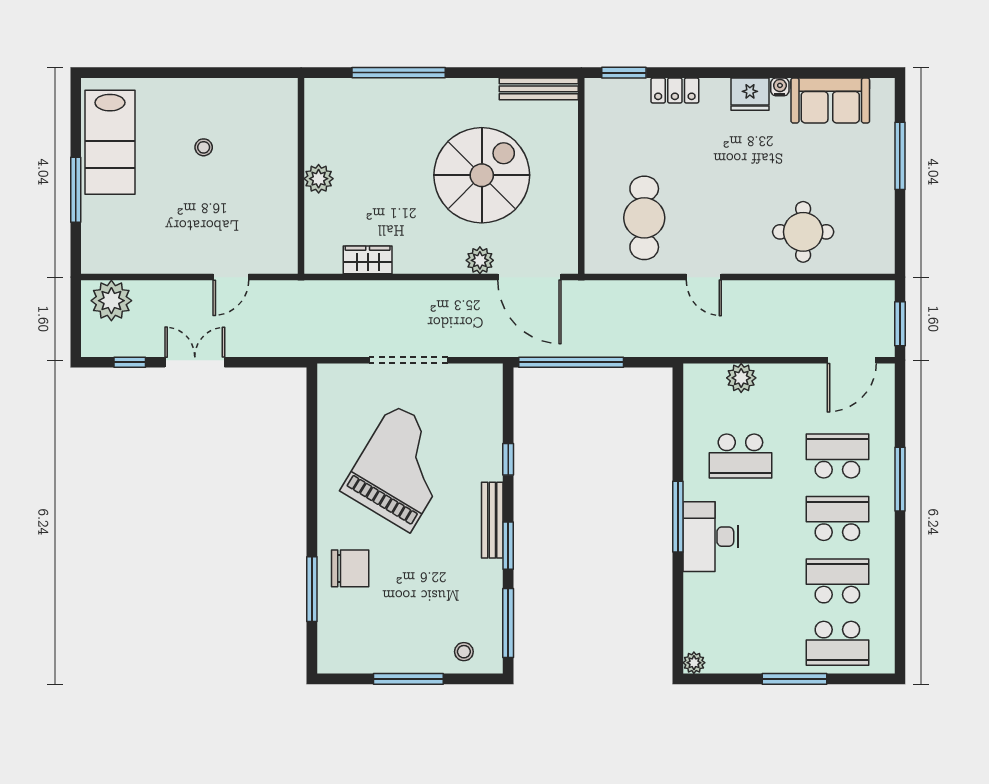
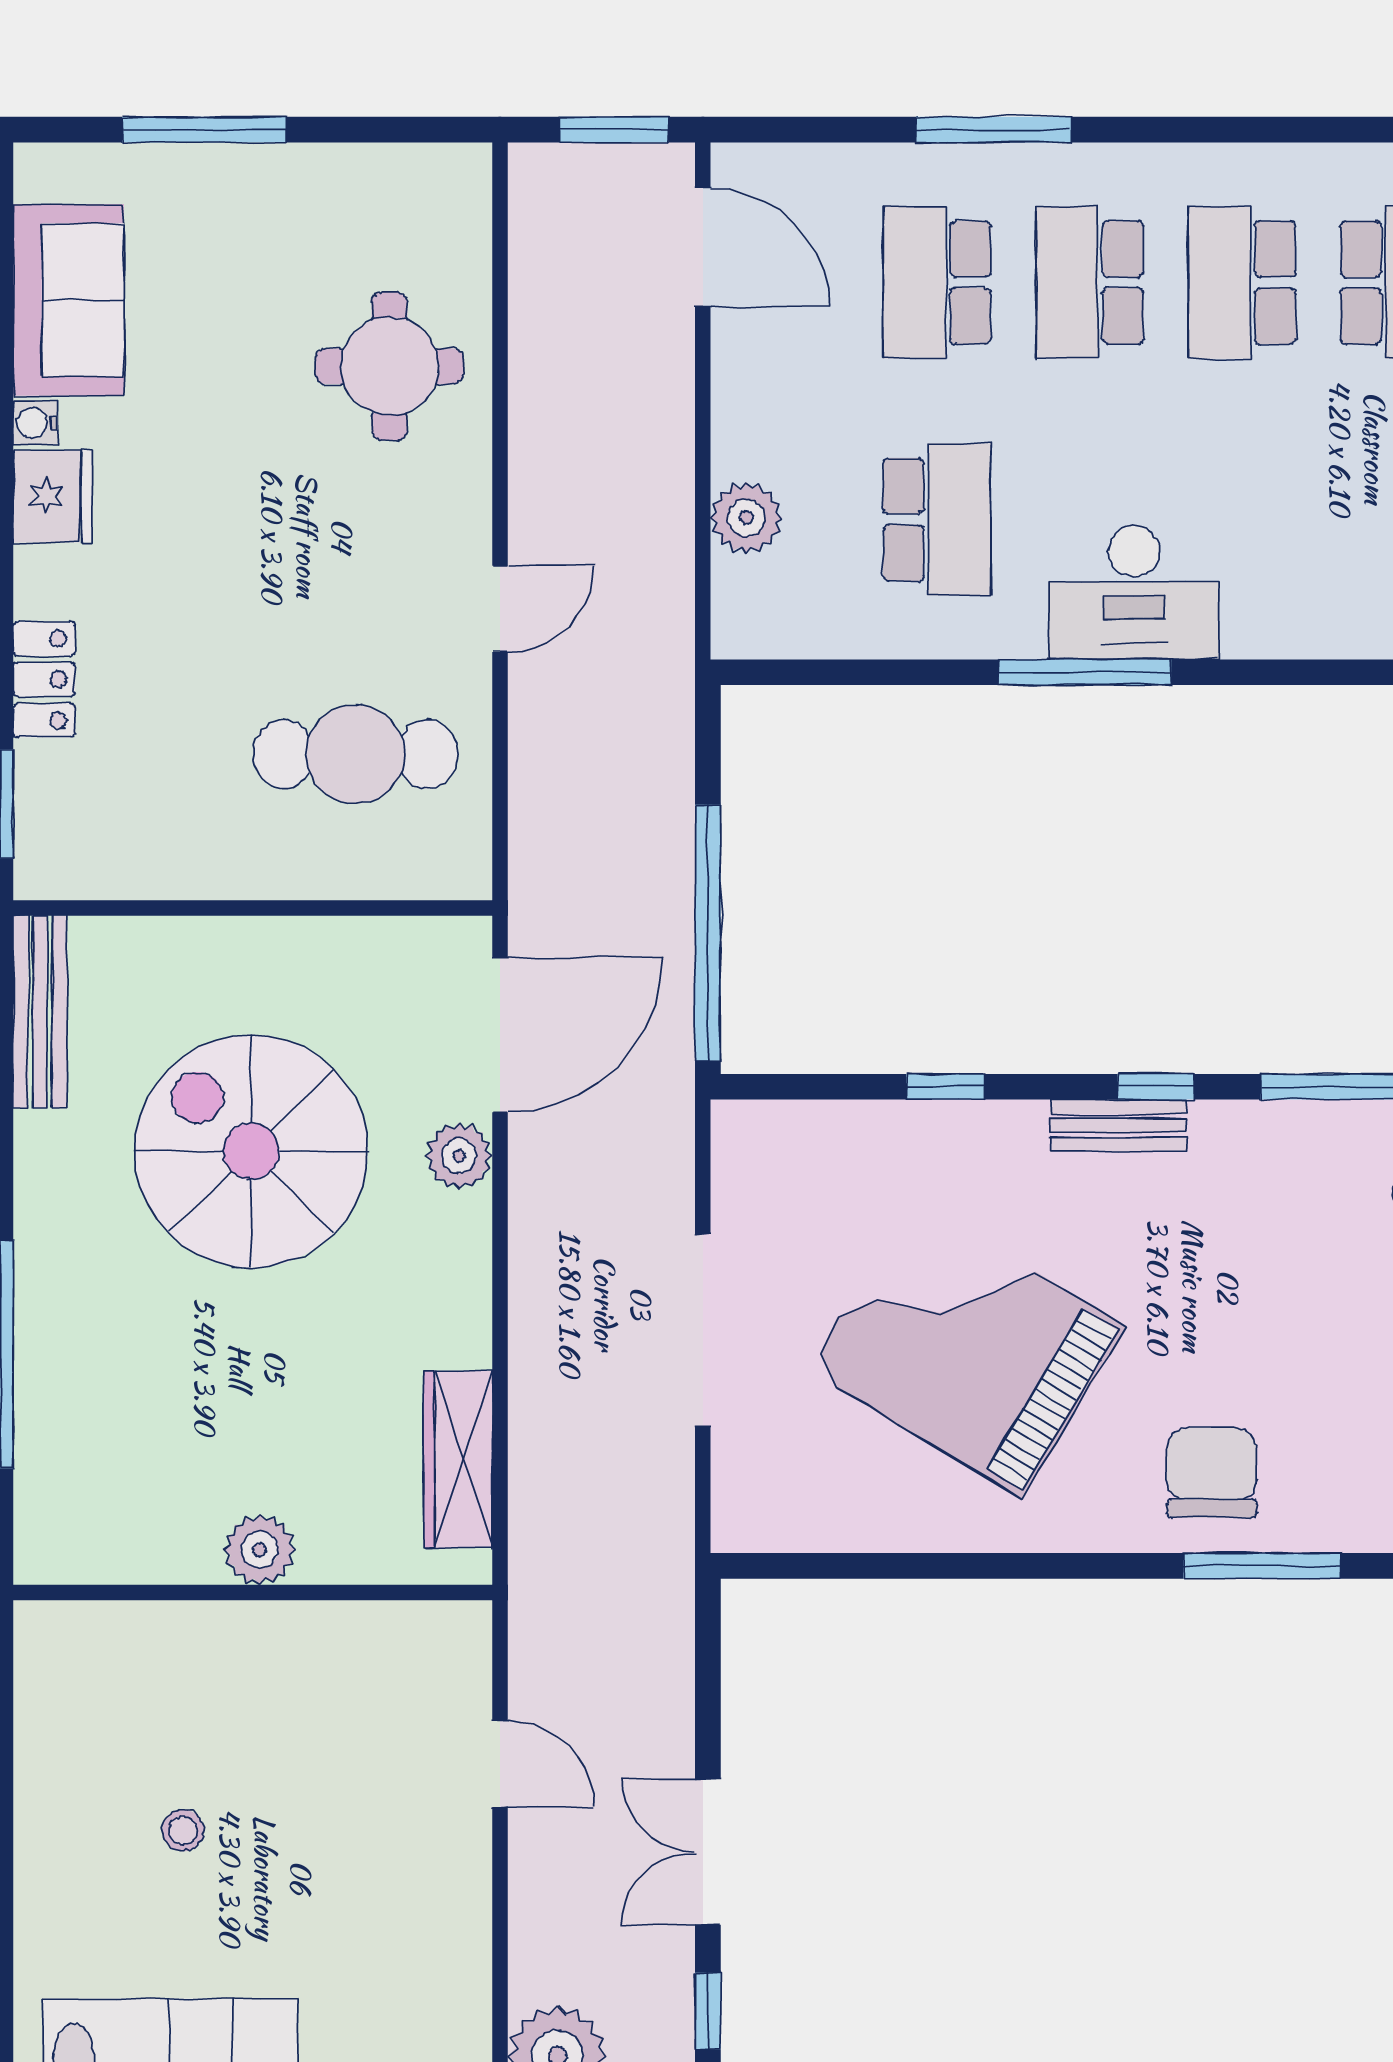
wardrobe: (368, 260) -> (458, 1459), width x1.50
bench: (492, 520) -> (1118, 1125), width x0.73
window: (508, 546) -> (1156, 1087), width x0.67

